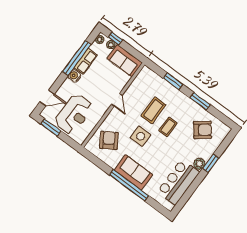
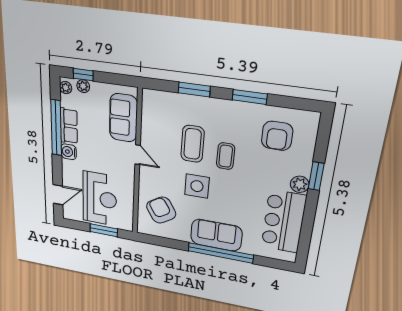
sofa: (125, 61) -> (123, 118), moved, turned 90
window: (51, 127) -> (104, 230), moved
armchair: (202, 130) -> (277, 136), turned 128

